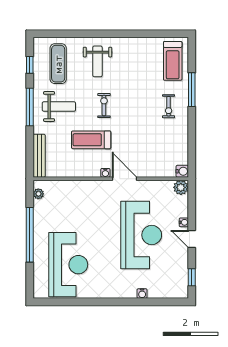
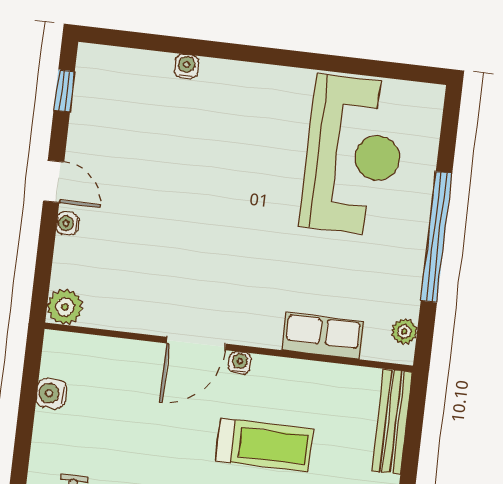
water cooler: (182, 171) -> (51, 393), moved
door: (124, 179) -> (196, 343), hinge flipped
row of seats: (72, 188) -> (323, 336), added
reception desk: (141, 235) -> (172, 205), removed
reception desk: (68, 265) -> (353, 155), turned 180

